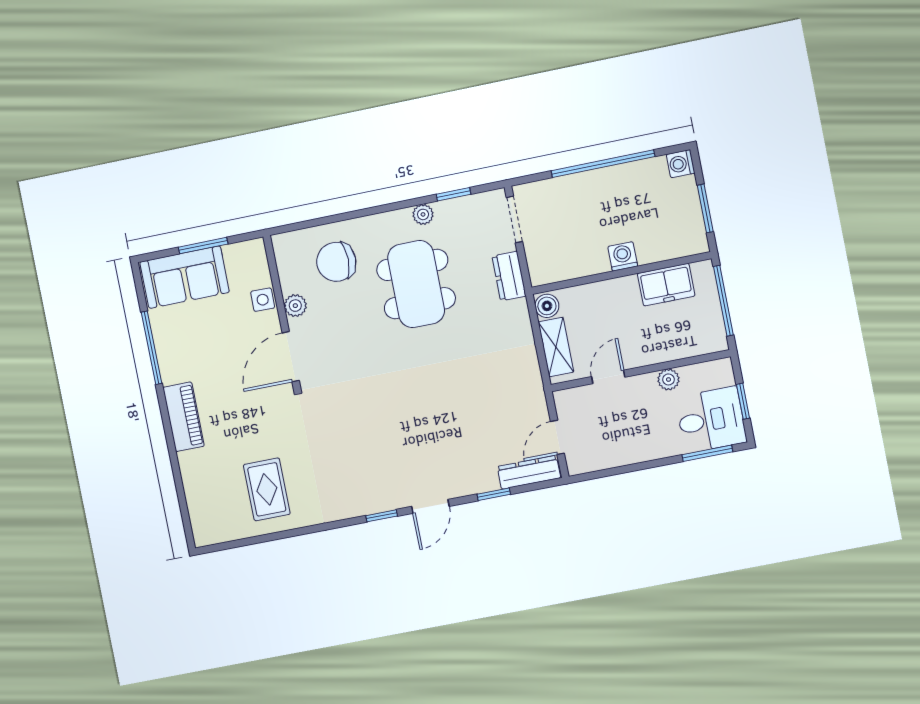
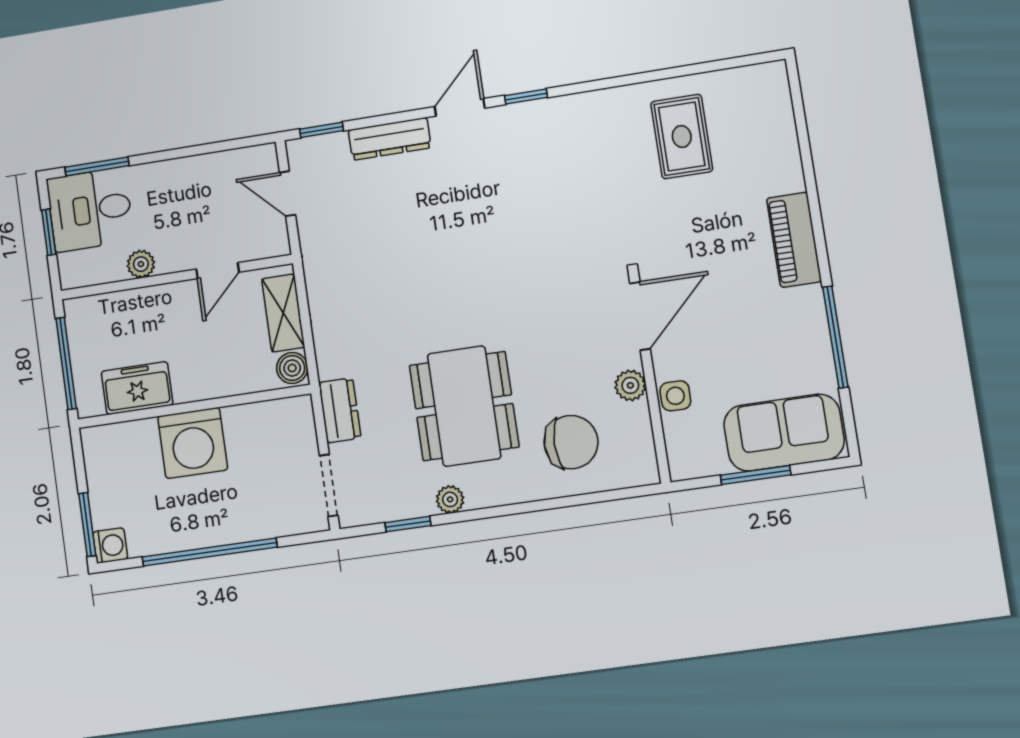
window: (705, 208) -> (87, 525), moved
washing machine: (623, 256) -> (193, 443), width x1.89, depth x1.89
door: (557, 437) -> (288, 194), swing flipped
dresser: (529, 472) -> (390, 139), moved
window: (494, 494) -> (321, 130), moved

